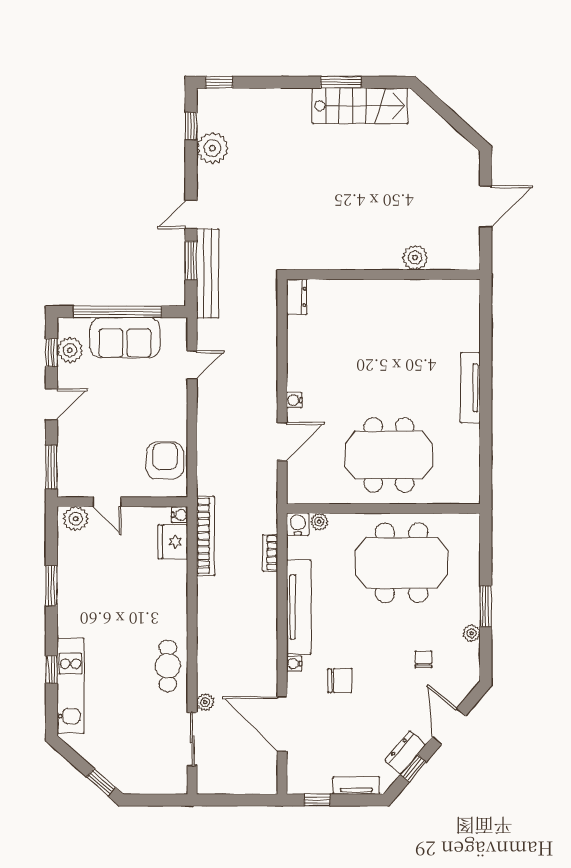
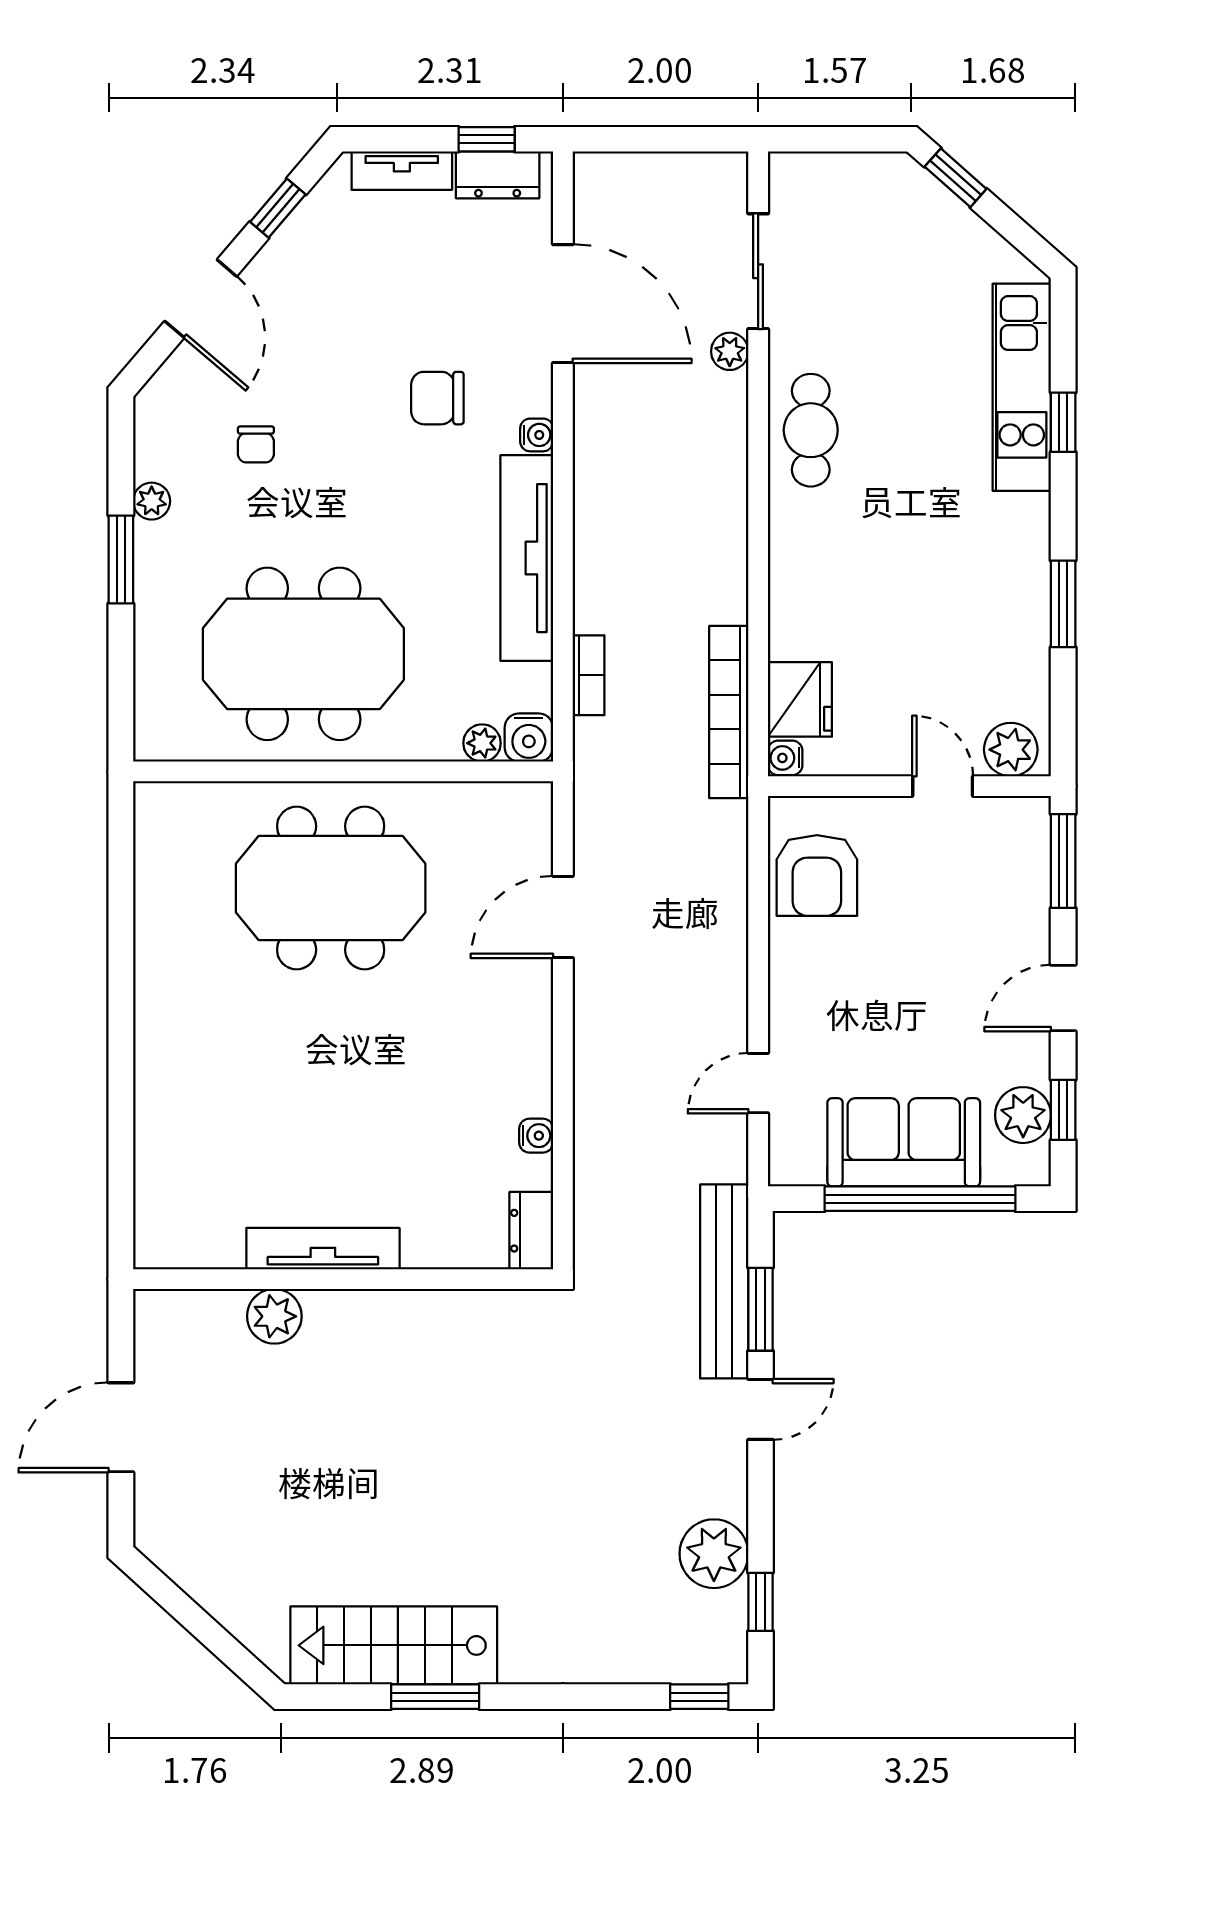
tv unit: (470, 388) -> (323, 1249), moved, turned -90
water cooler: (294, 400) -> (536, 1136), moved
dresser: (405, 752) -> (498, 175), moved, turned 50

